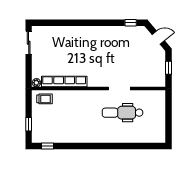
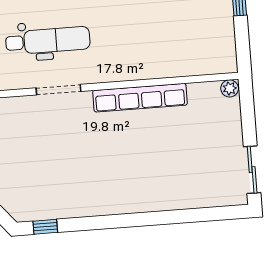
row of seats: (64, 82) -> (140, 98), moved
trolley: (44, 99) -> (211, 56), removed

